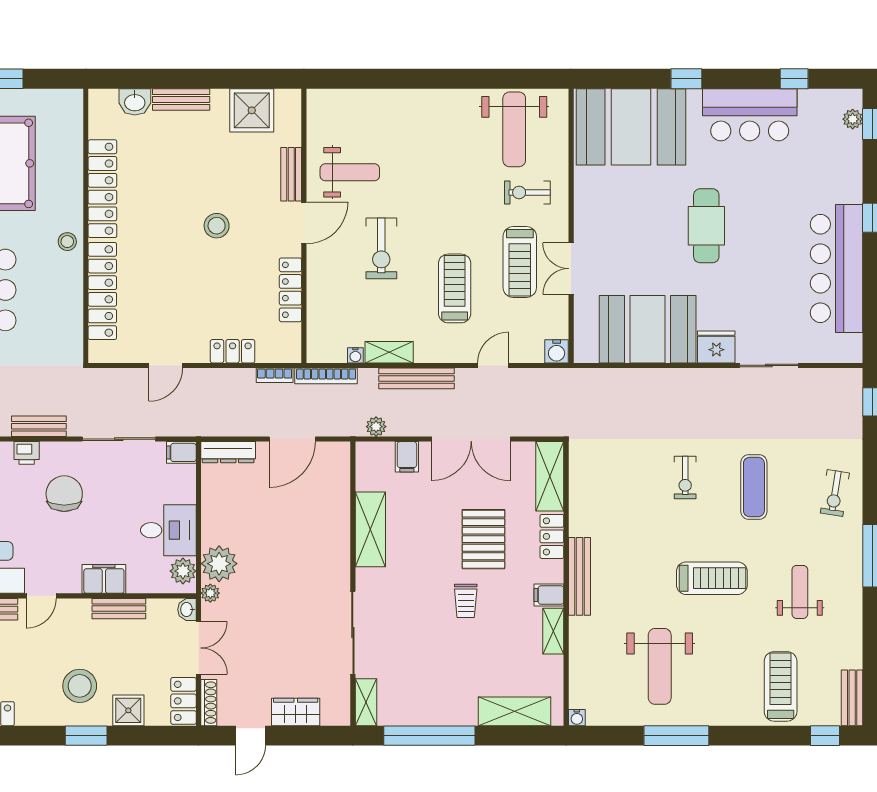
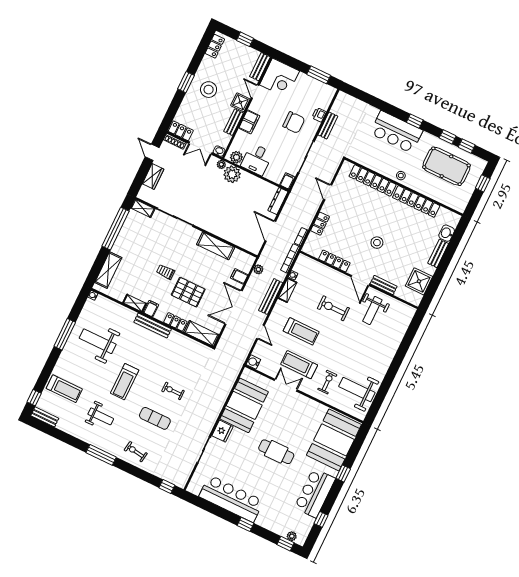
shower: (128, 710) -> (240, 102), moved

